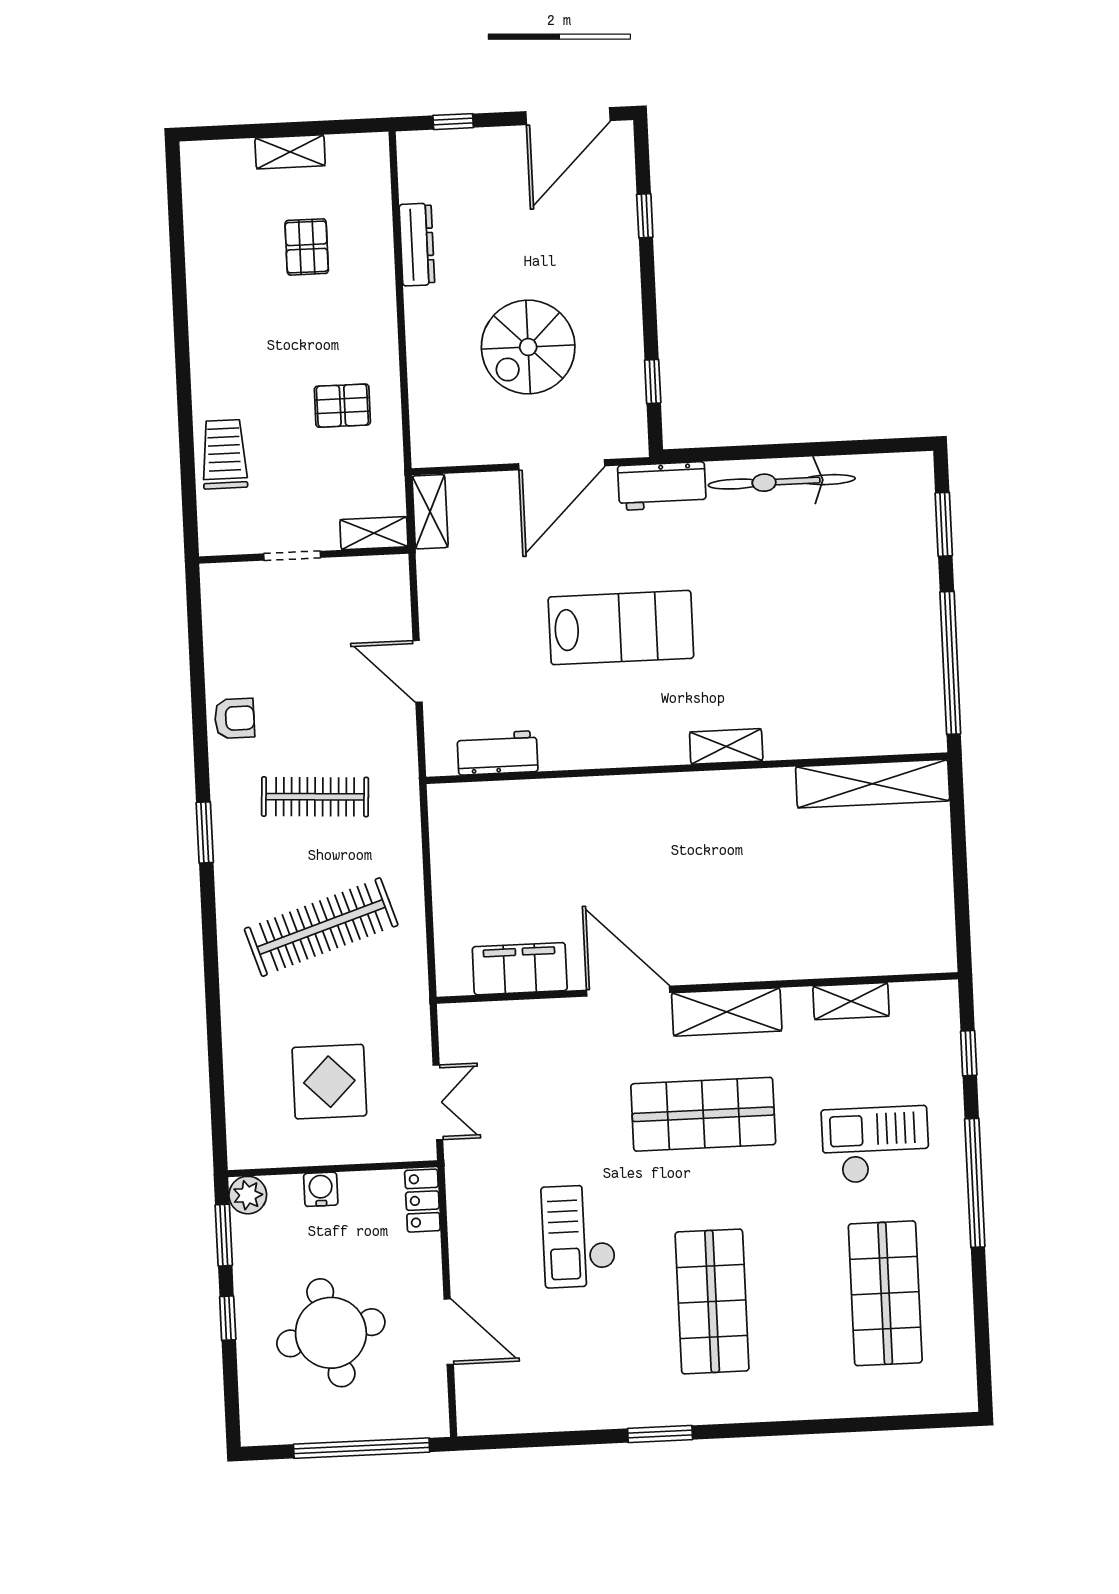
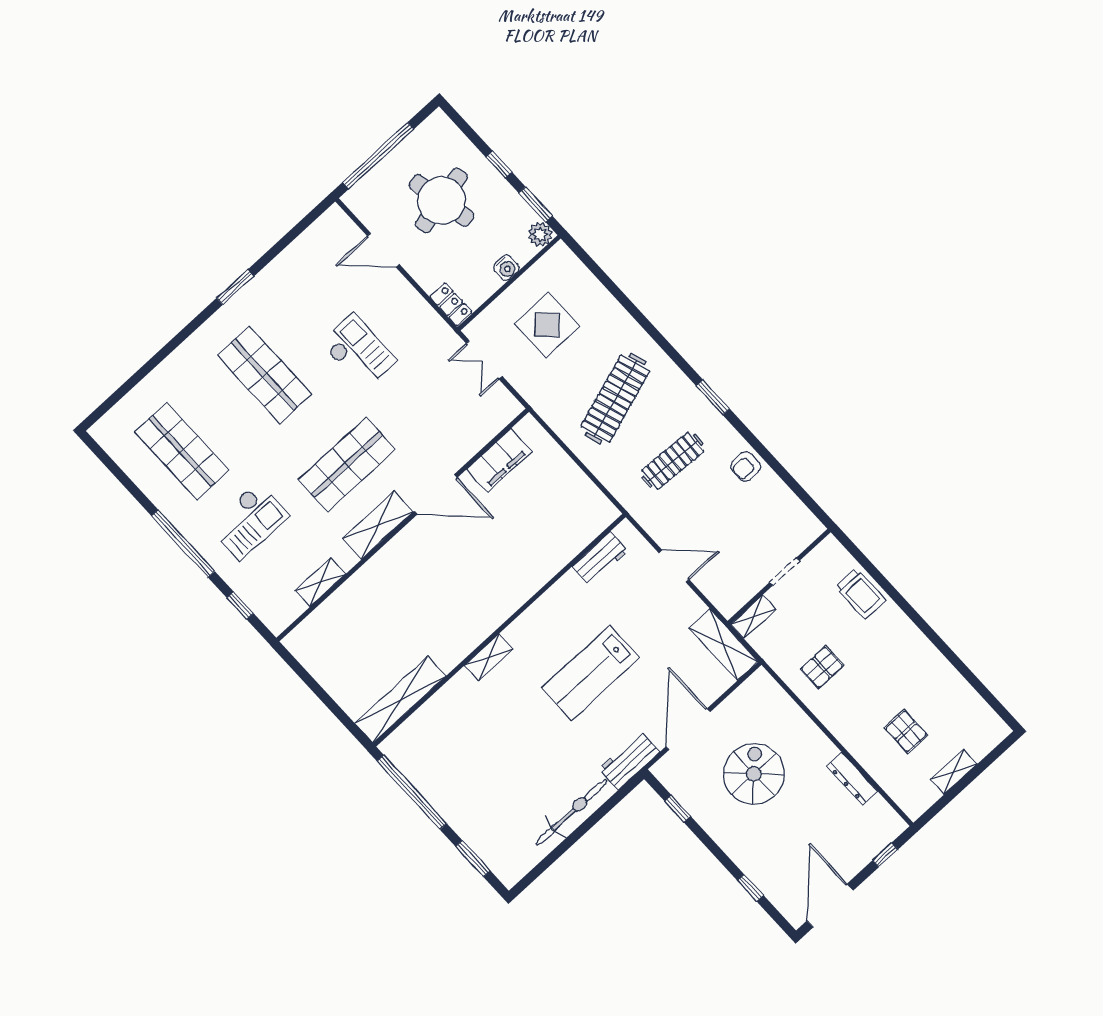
shelving: (430, 512) -> (724, 645), width x1.50, depth x1.33

